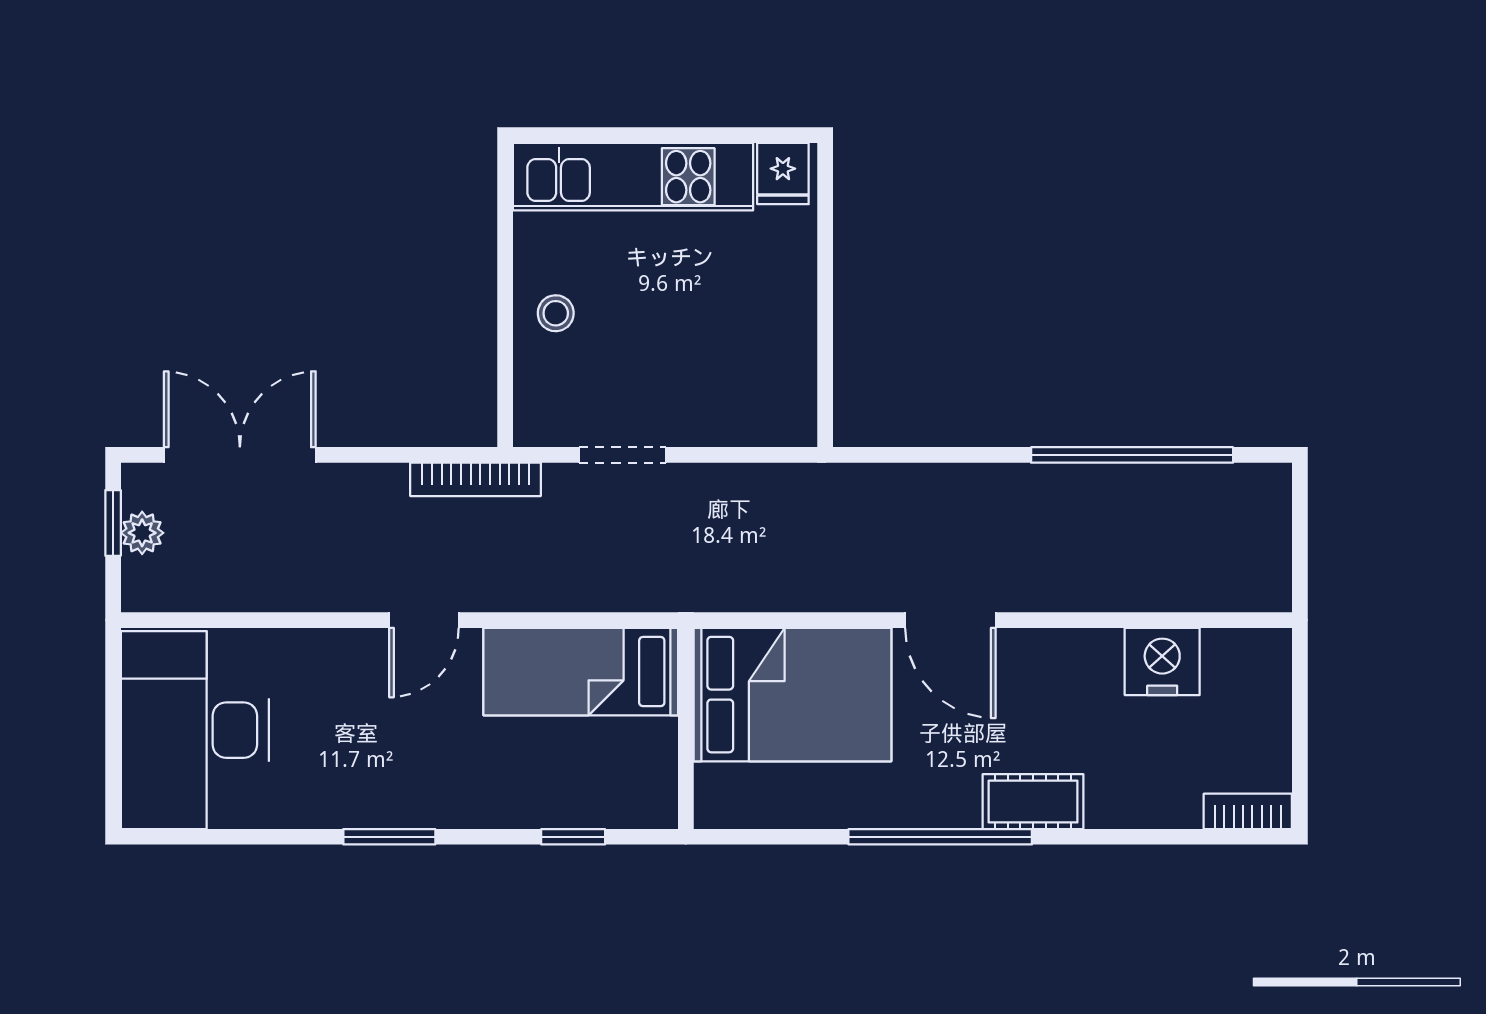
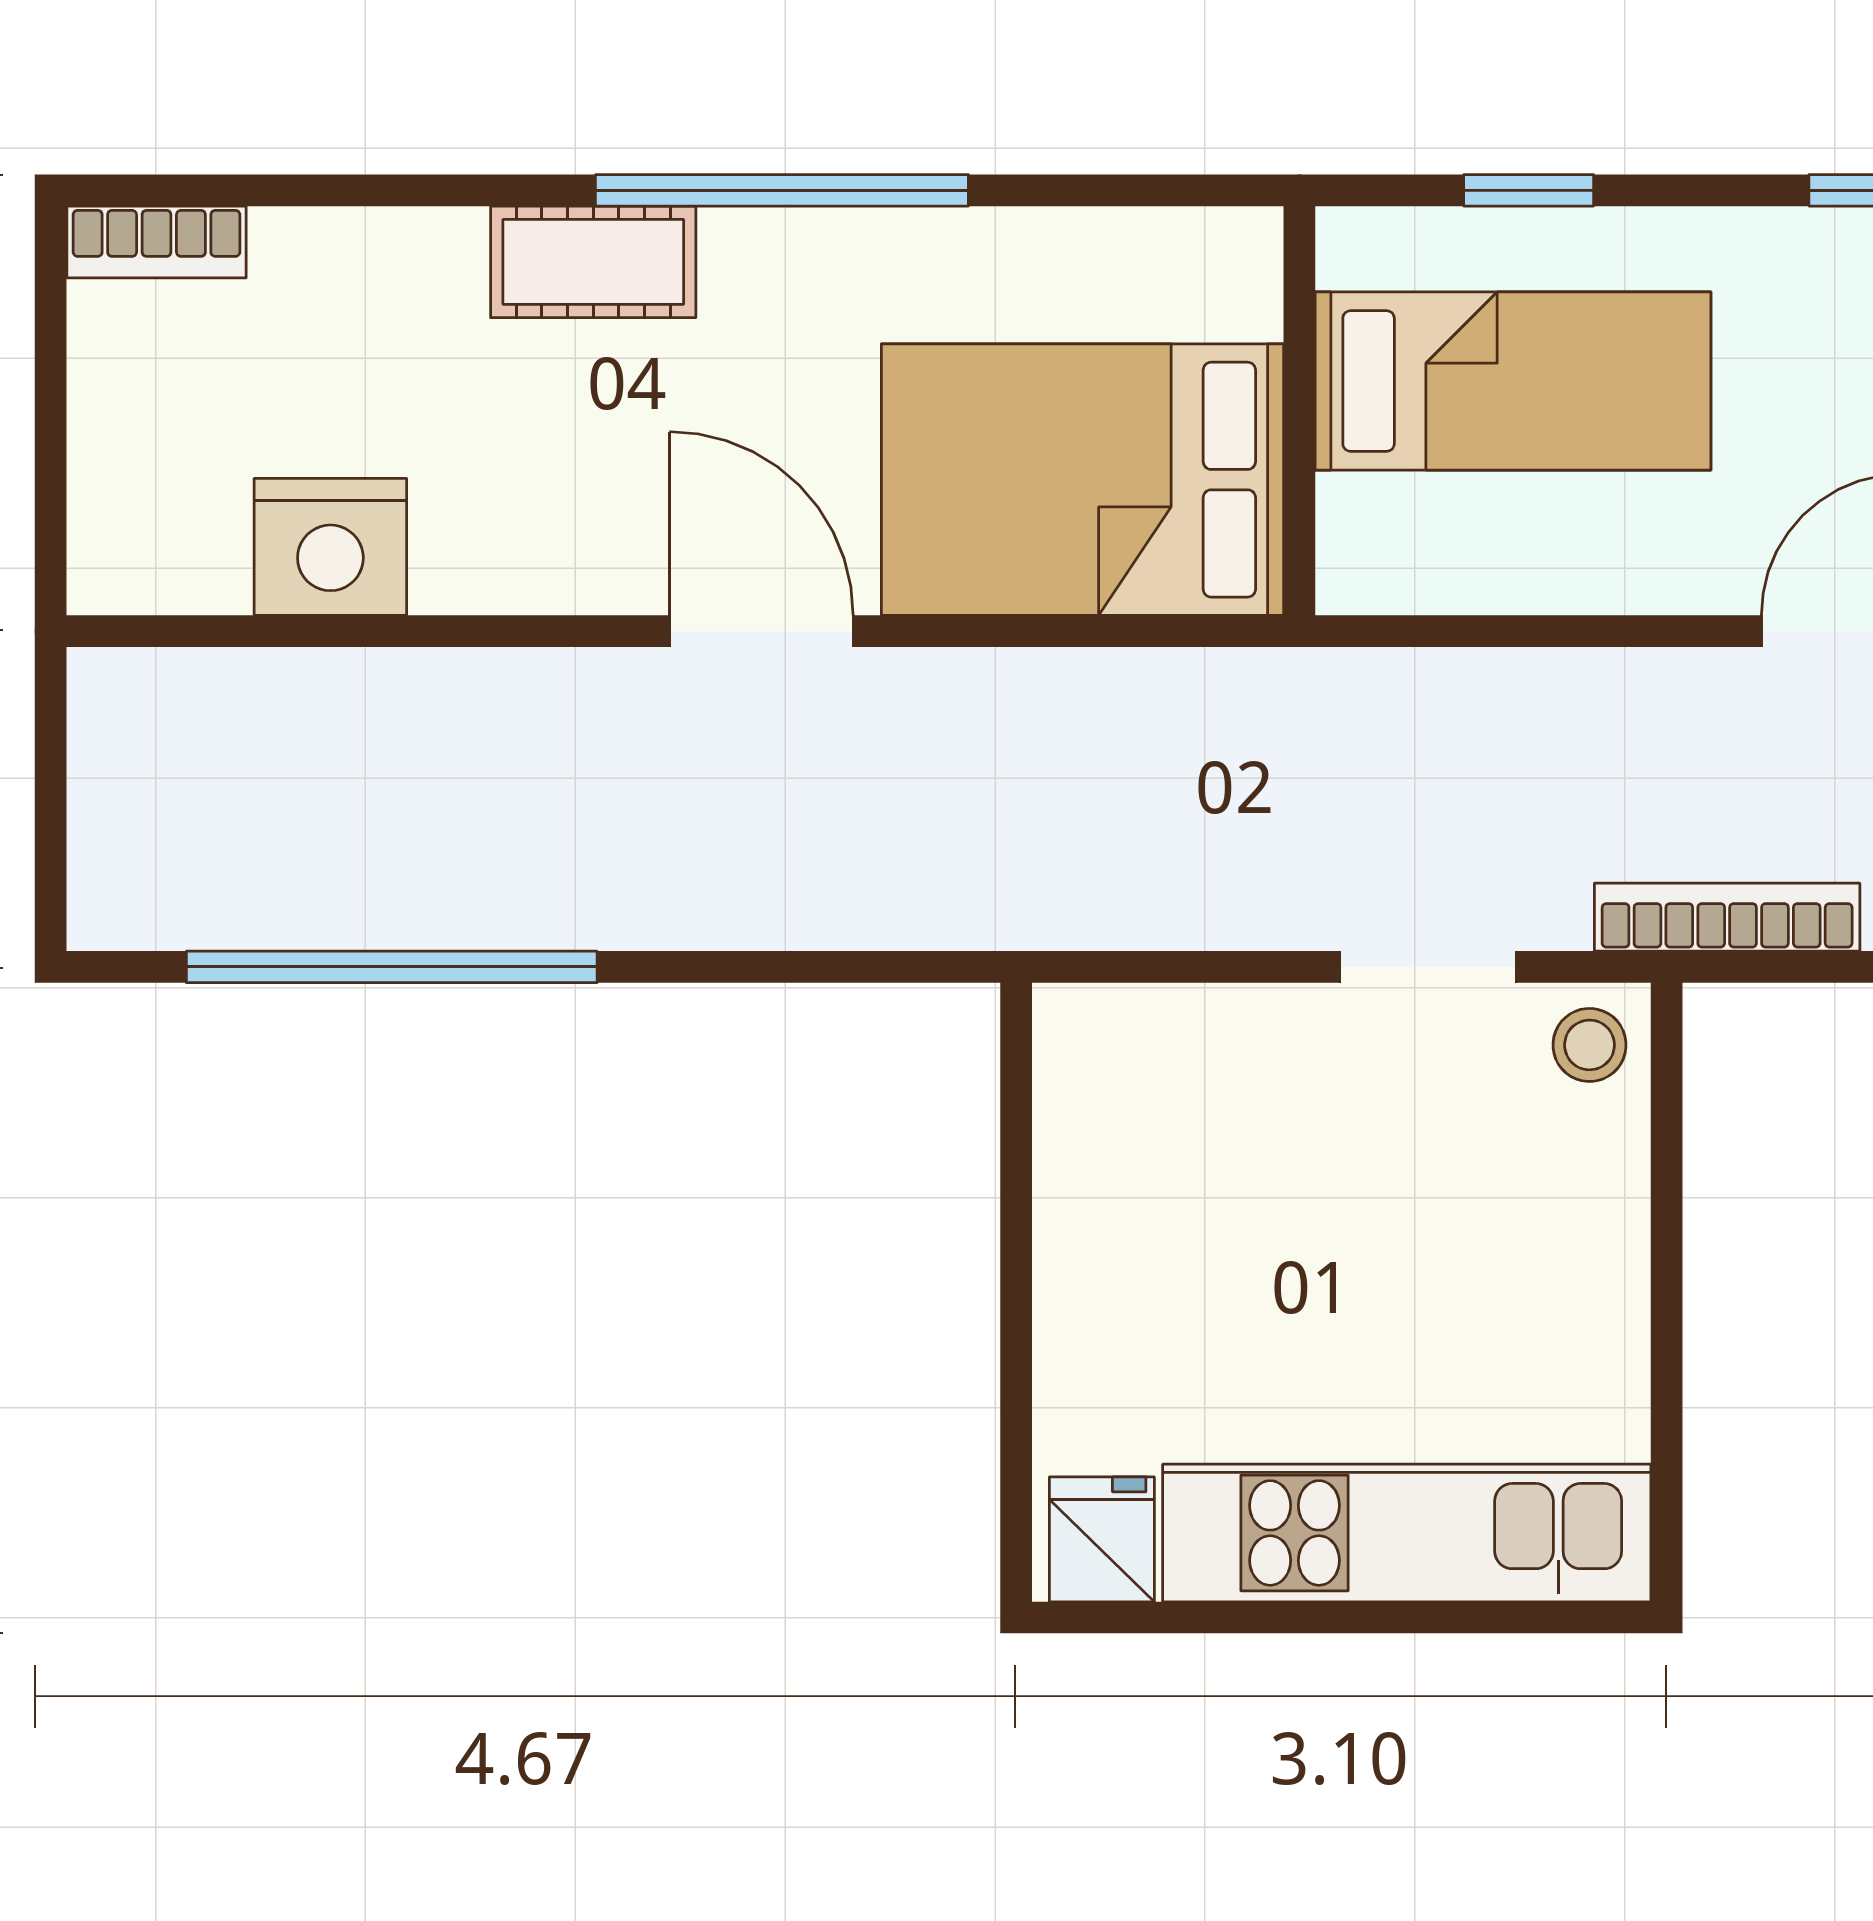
stool: (556, 313) -> (1589, 1045), moved
bed: (581, 672) -> (1513, 381), moved

